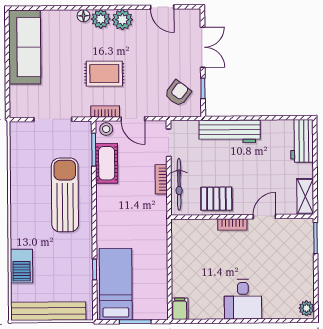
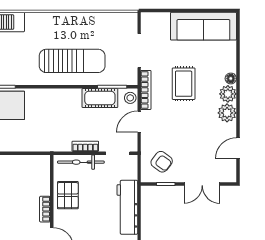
rug: (104, 74) -> (184, 84), moved
bookcase: (105, 112) -> (146, 90), width x1.56

